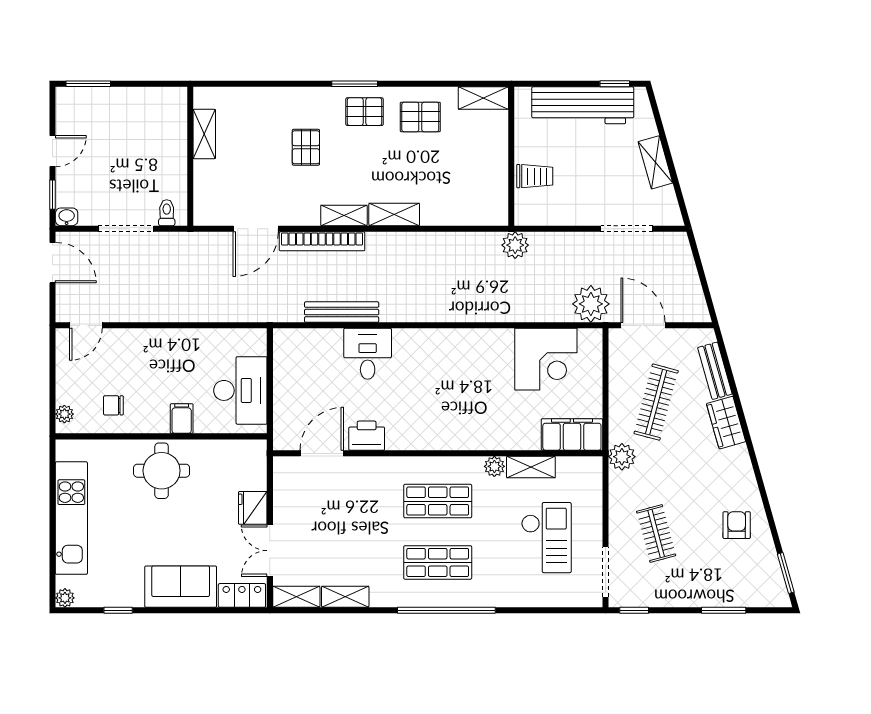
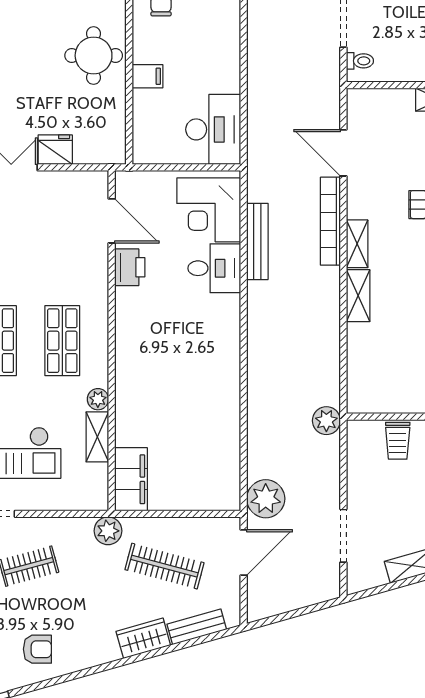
corner desk: (546, 359) -> (209, 210), moved
desk: (240, 390) -> (213, 129), moved, turned -90

